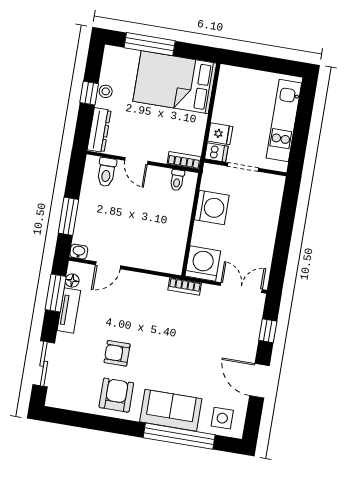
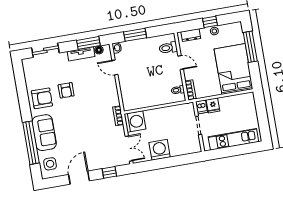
dresser: (99, 130) -> (191, 35), width x0.70
door: (136, 161) -> (181, 63), swing flipped
washing machine: (212, 207) -> (160, 150), moved, turned 180
armchair: (117, 353) -> (66, 90), turned 180

